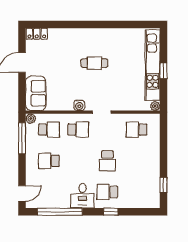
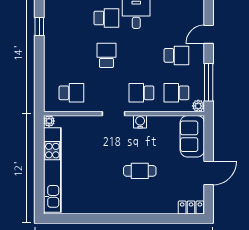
cafe table: (94, 63) -> (140, 171), moved
window: (163, 71) -> (39, 163), removed
door: (22, 193) -> (209, 34), moved

